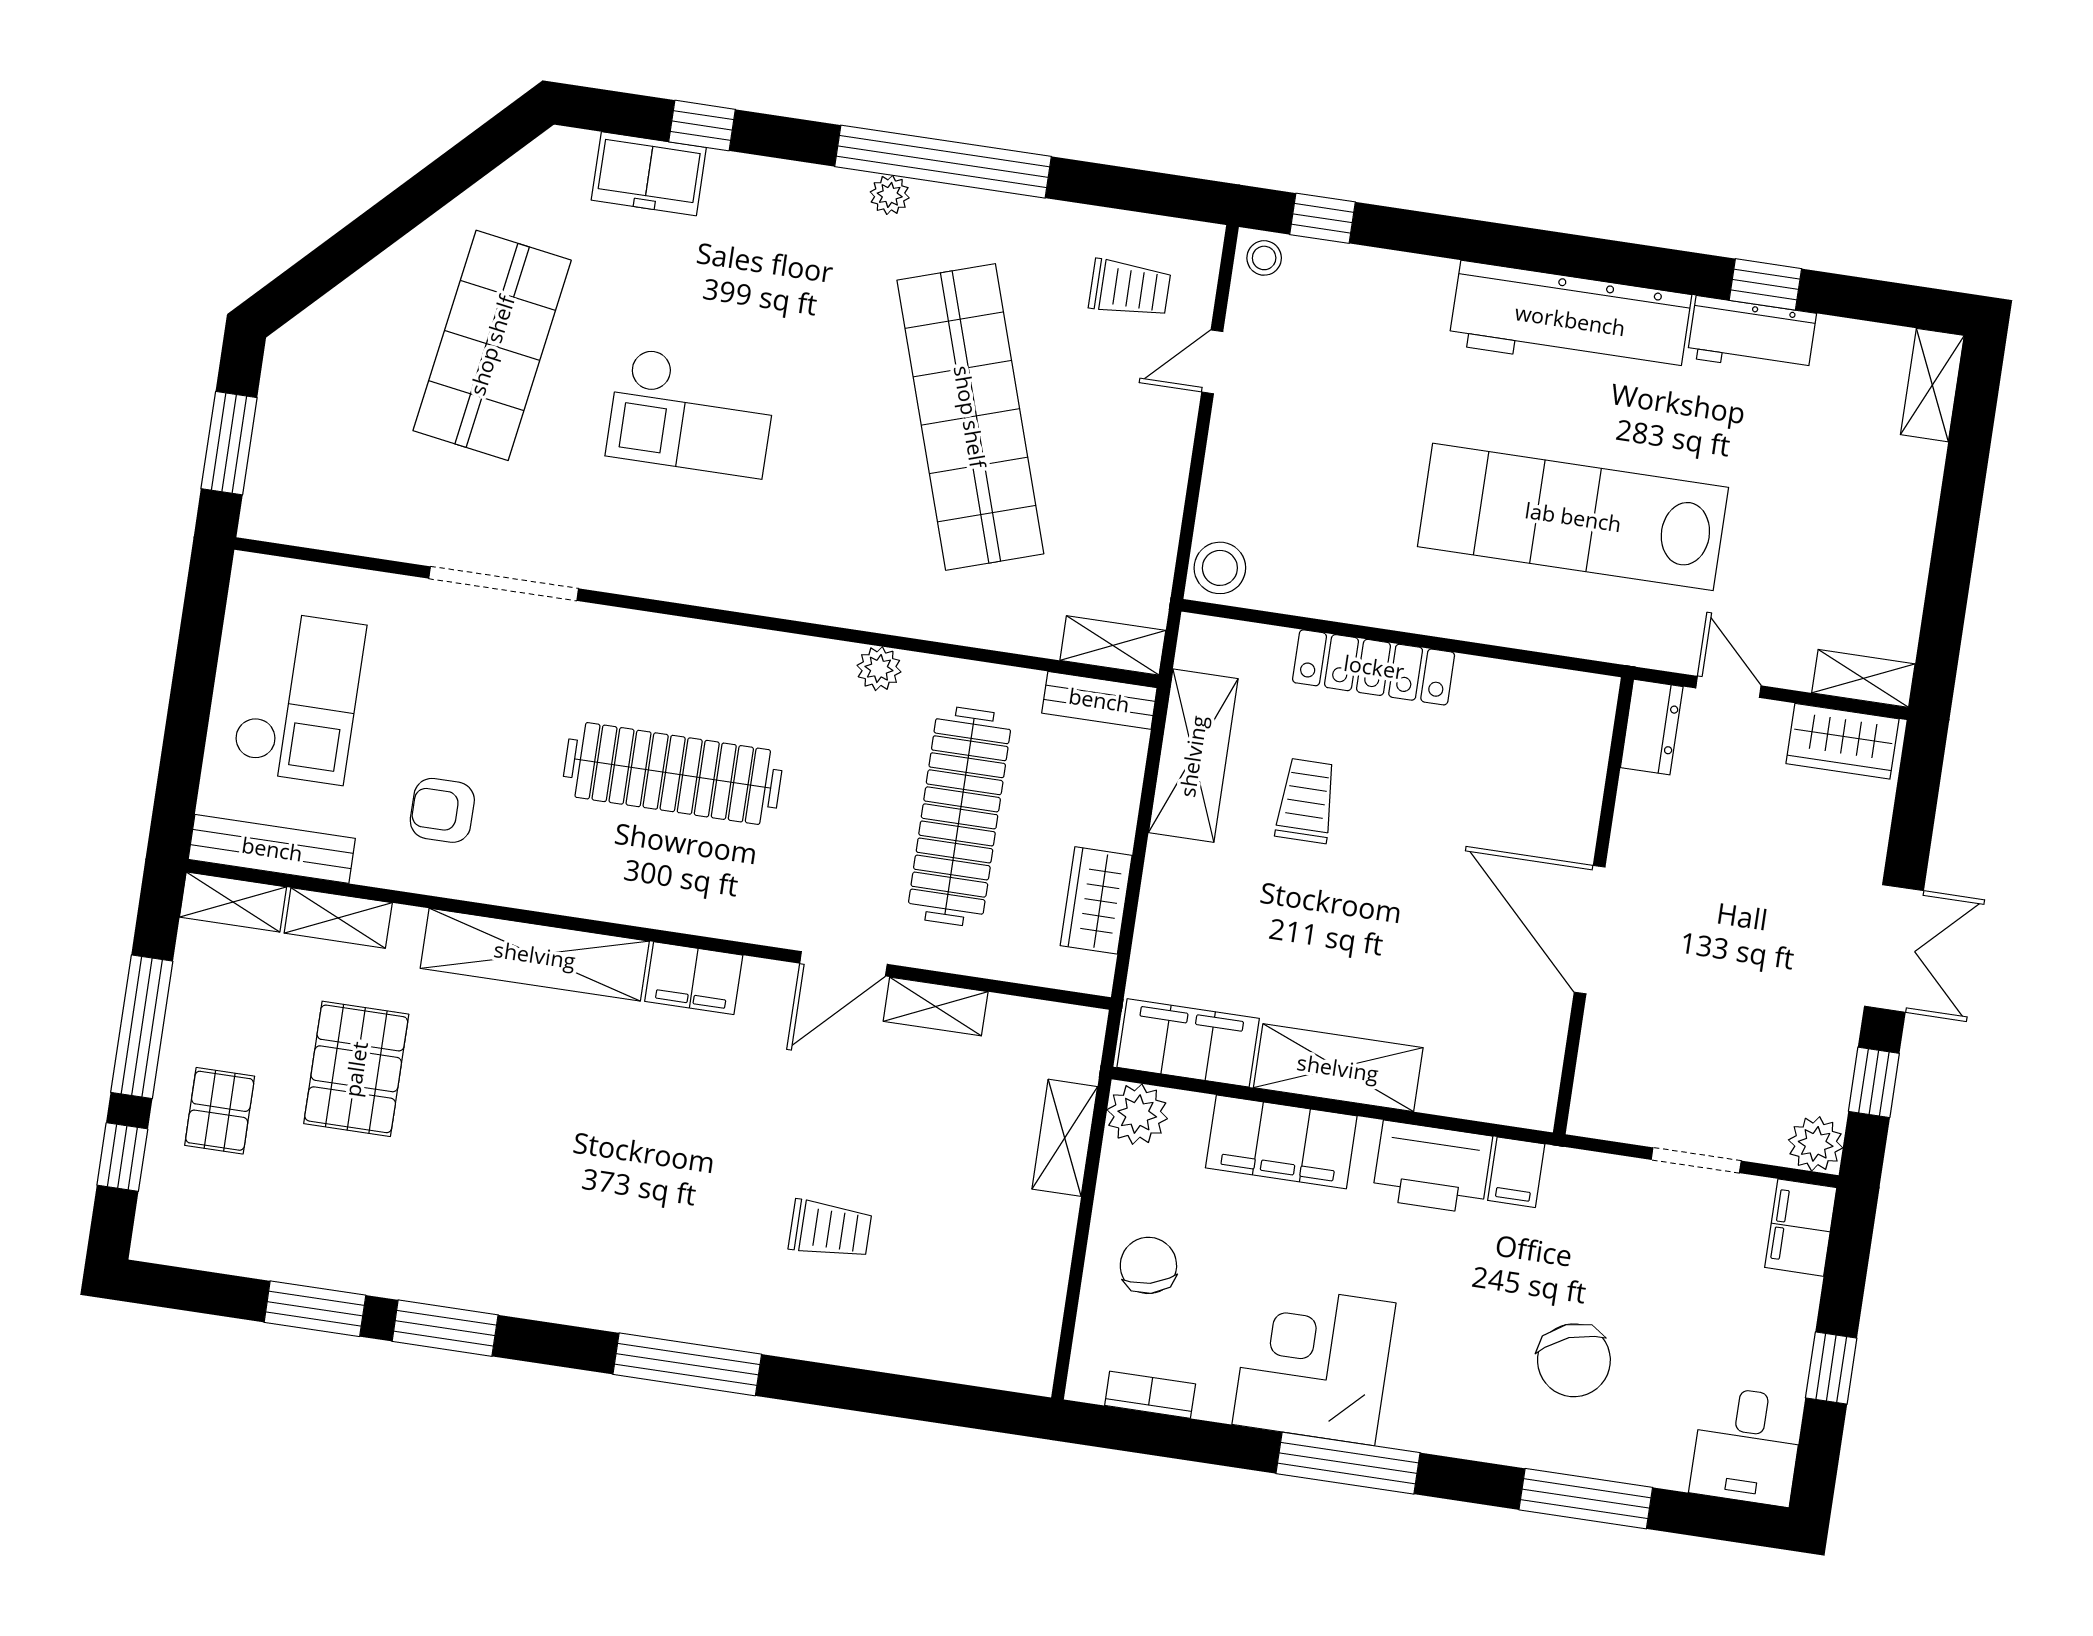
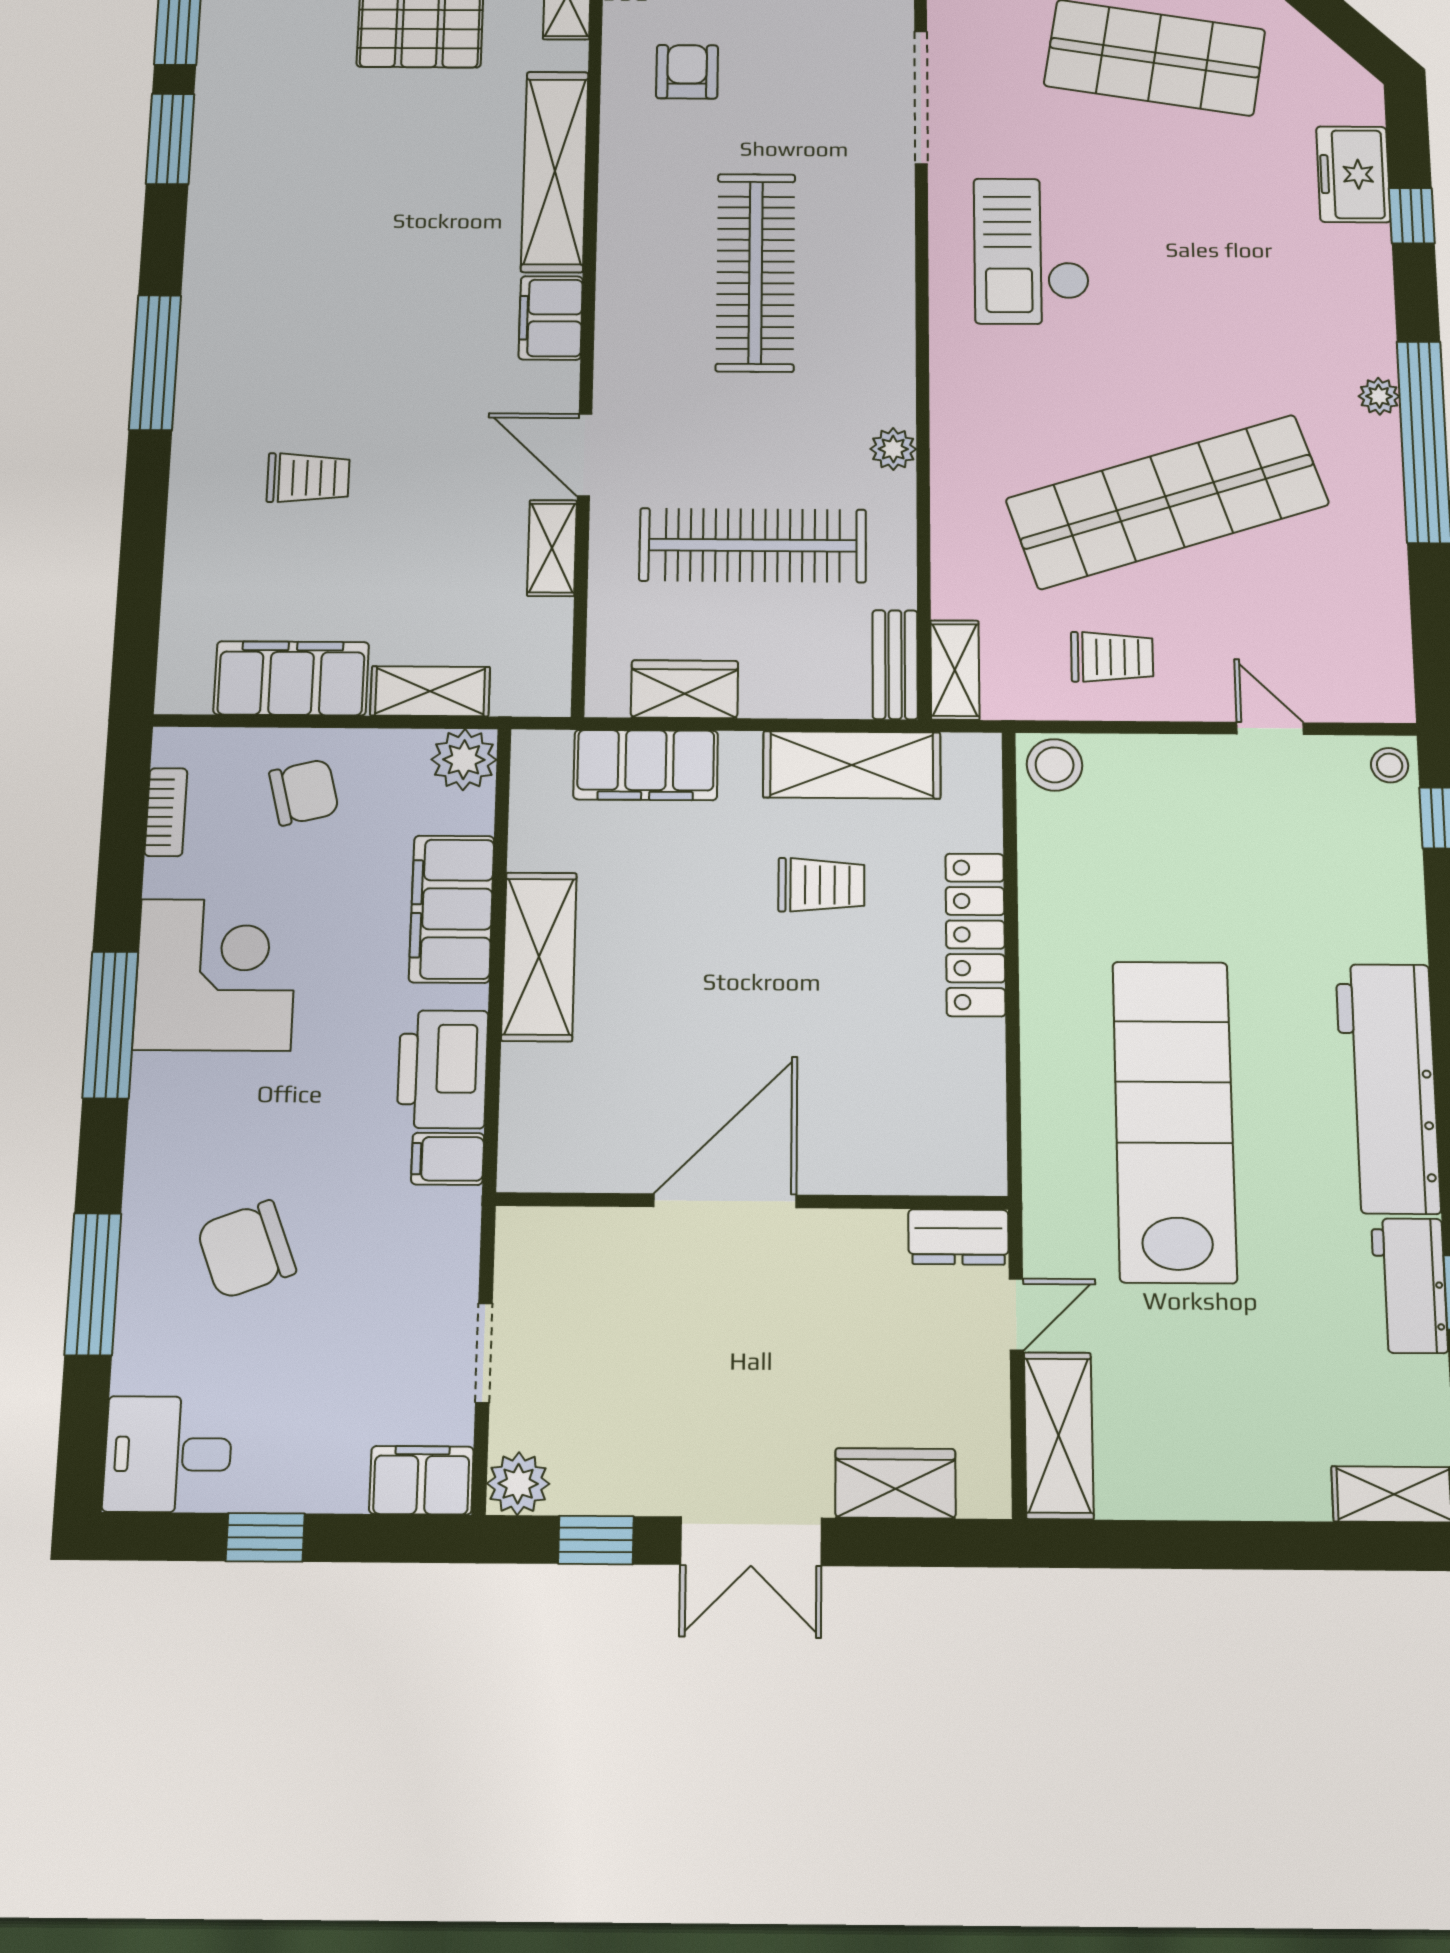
trolley: (1130, 289) -> (1112, 657), moved, turned -90
checkout: (692, 413) -> (1031, 251), moved
shelving: (1863, 678) -> (1059, 1435), width x1.50, depth x1.33
wardrobe: (1842, 741) -> (895, 1483), moved, turned 90
filing cabinet: (1188, 1043) -> (646, 765), moved, turned 90
trolley: (830, 1229) -> (308, 478), turned -90
filing cabinet: (1033, 1266) -> (291, 678), added

